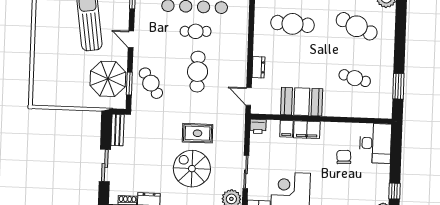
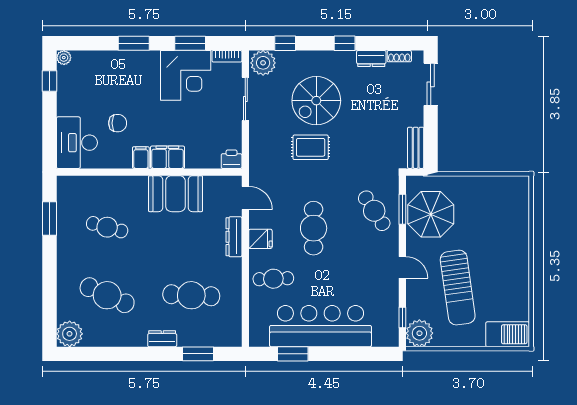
cafe table: (196, 31) -> (273, 279), moved
fridge: (238, 65) -> (260, 239), added
dresser: (258, 67) -> (234, 237), width x1.44
filing cabinet: (286, 129) -> (141, 158), moved
chair: (344, 157) -> (118, 123), turned -87
sliding door: (105, 166) -> (431, 84), moved
spiral stairs: (192, 169) -> (316, 101), turned 90

